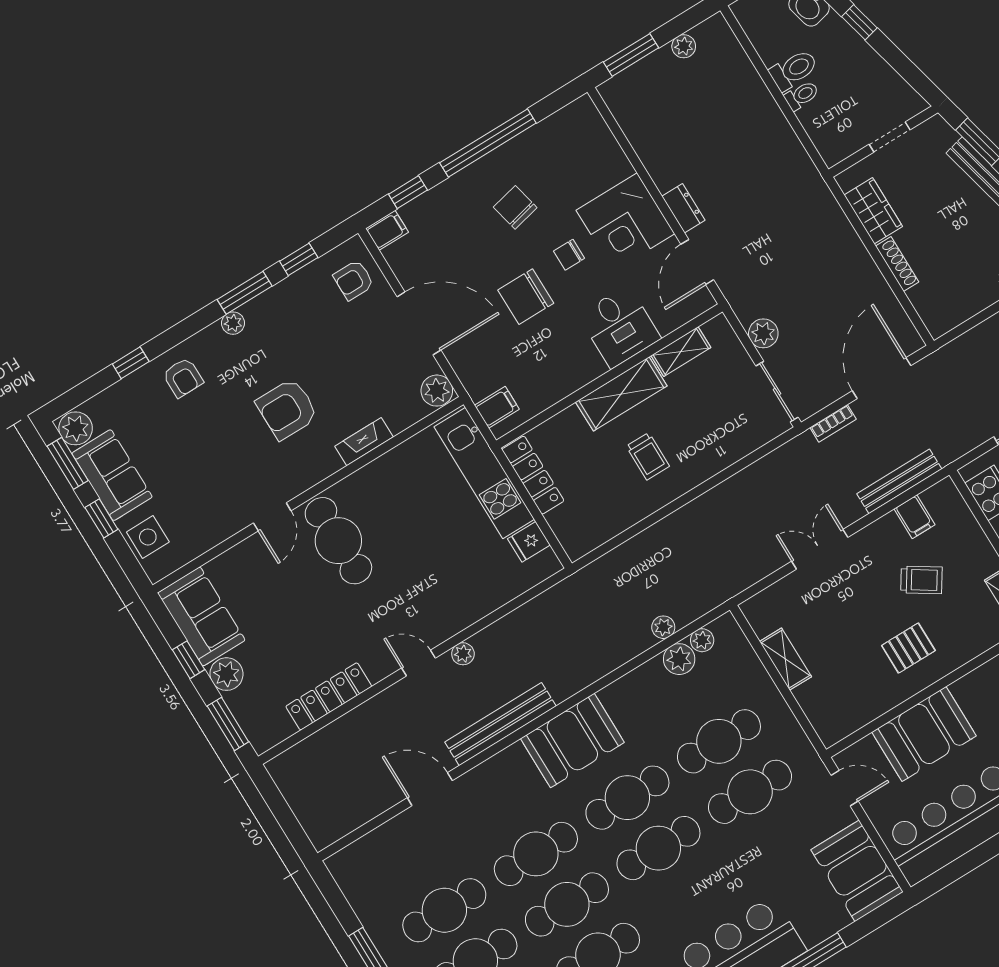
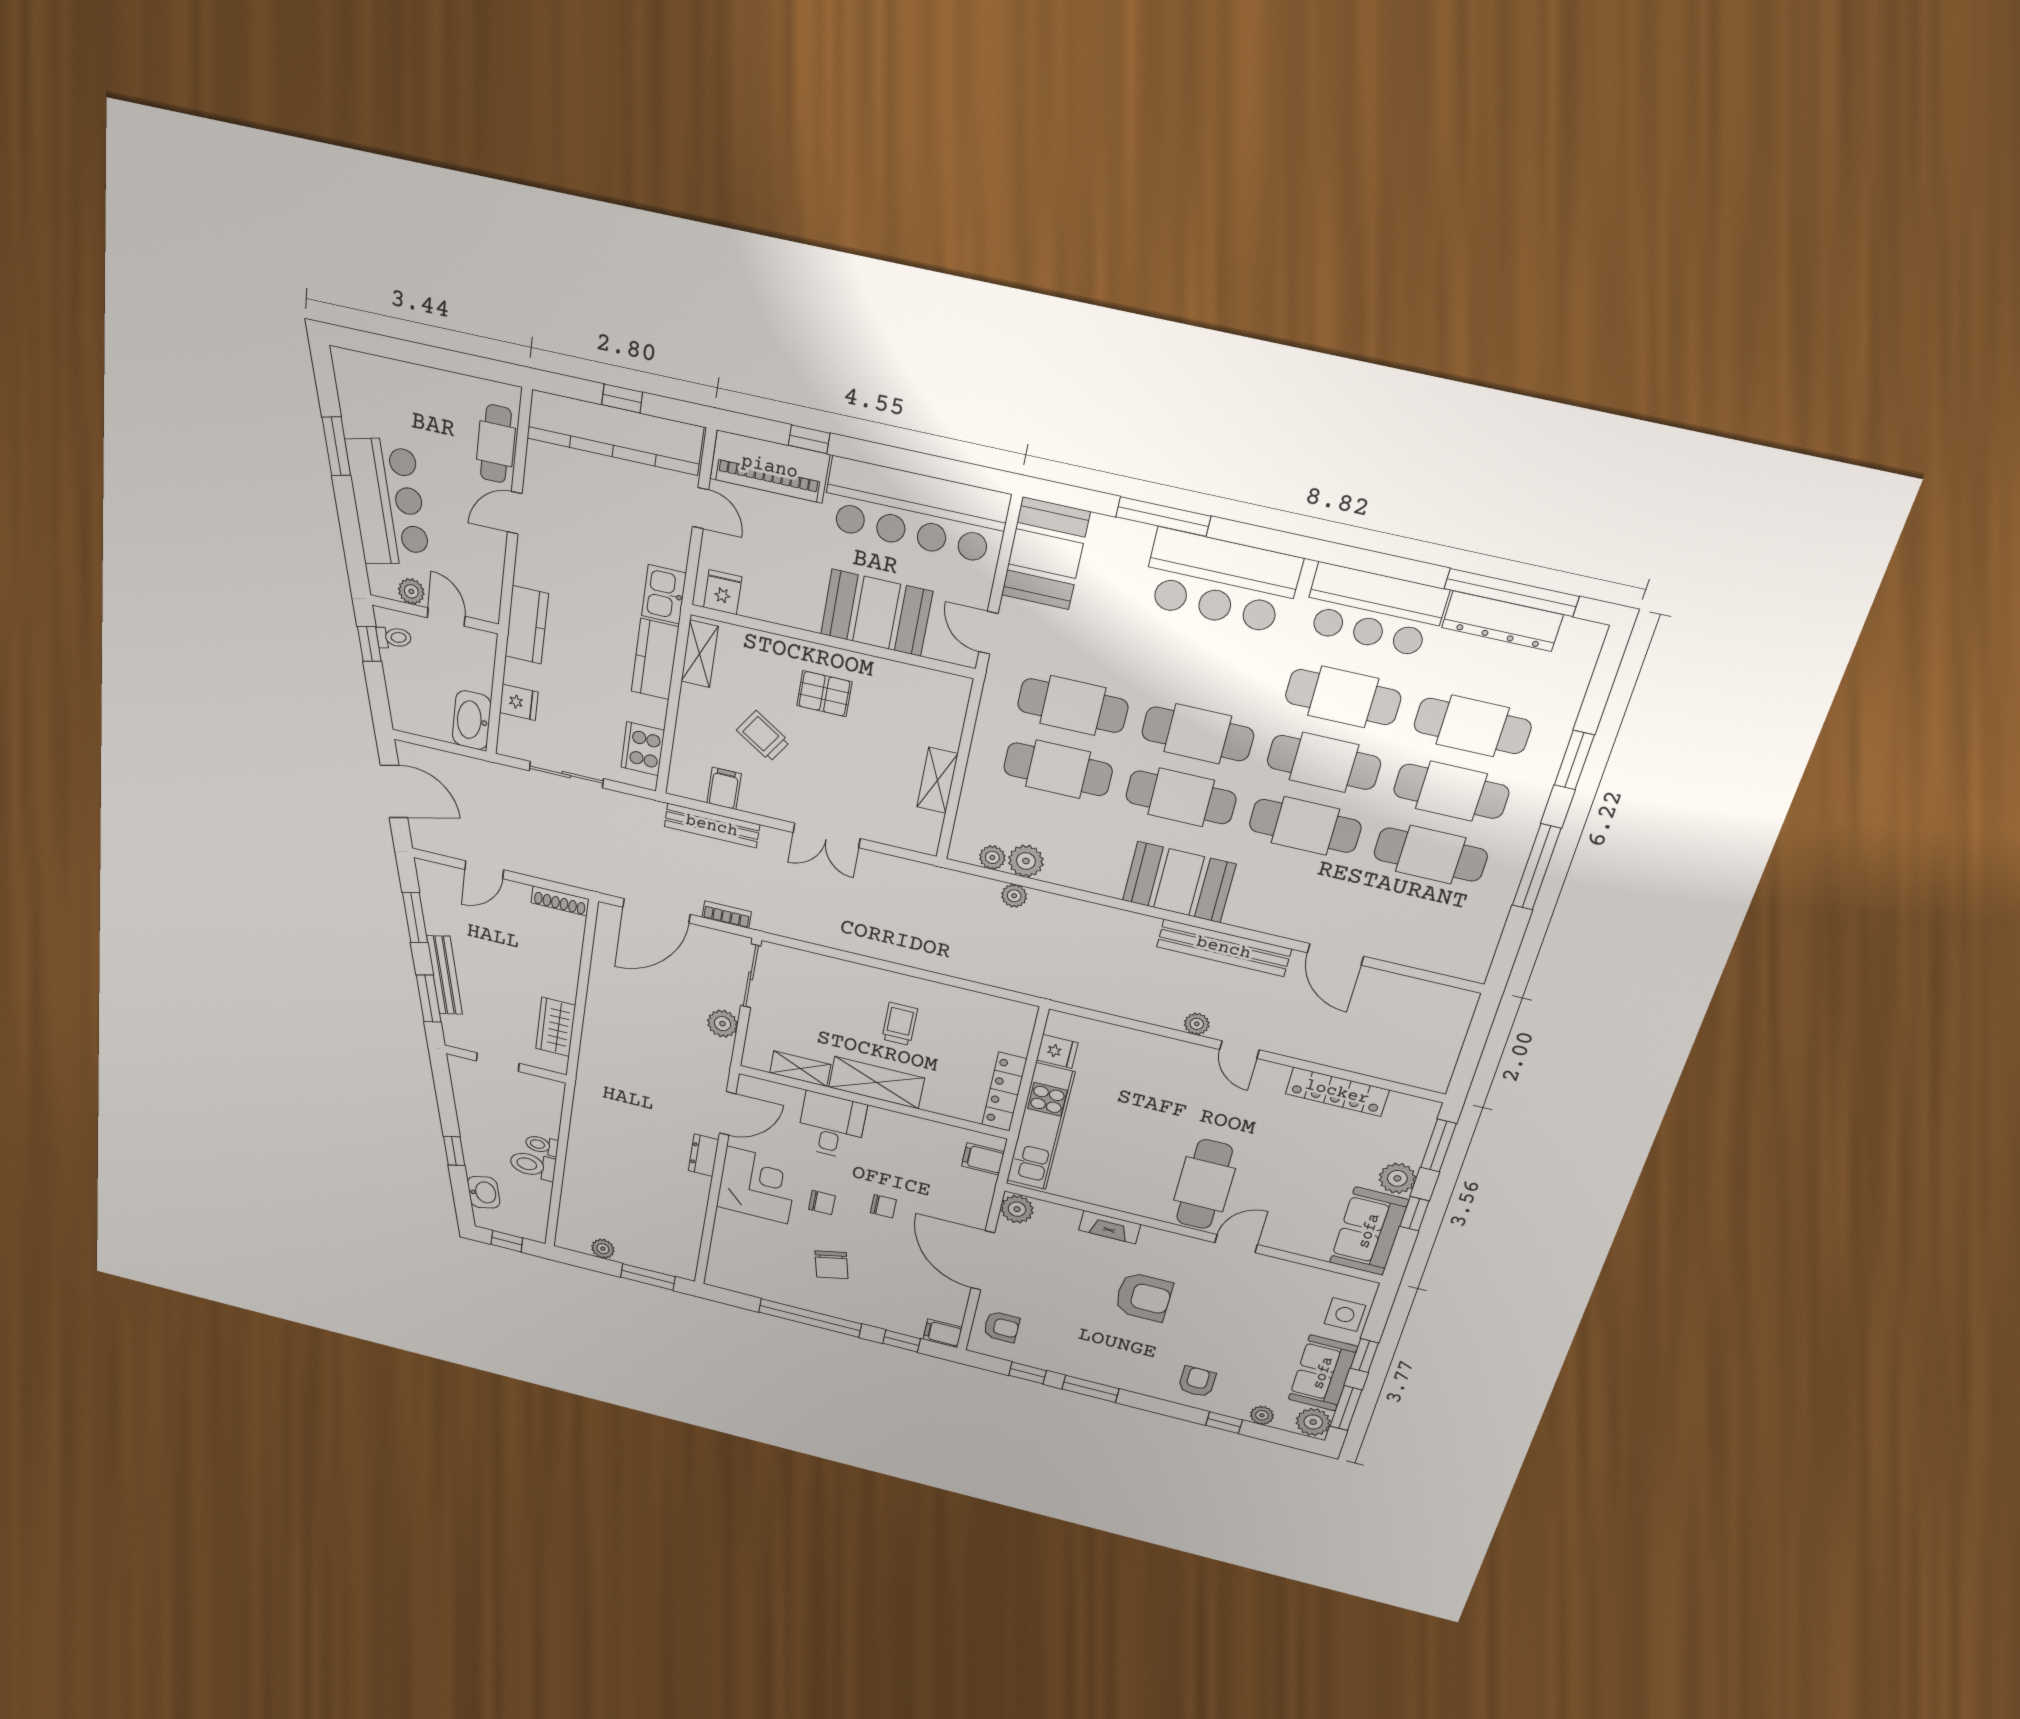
shoe rack: (897, 264) -> (560, 901), moved, turned -90
chair: (526, 297) -> (883, 1206), width x0.54, depth x0.54
plant: (233, 323) -> (1262, 1415), moved

